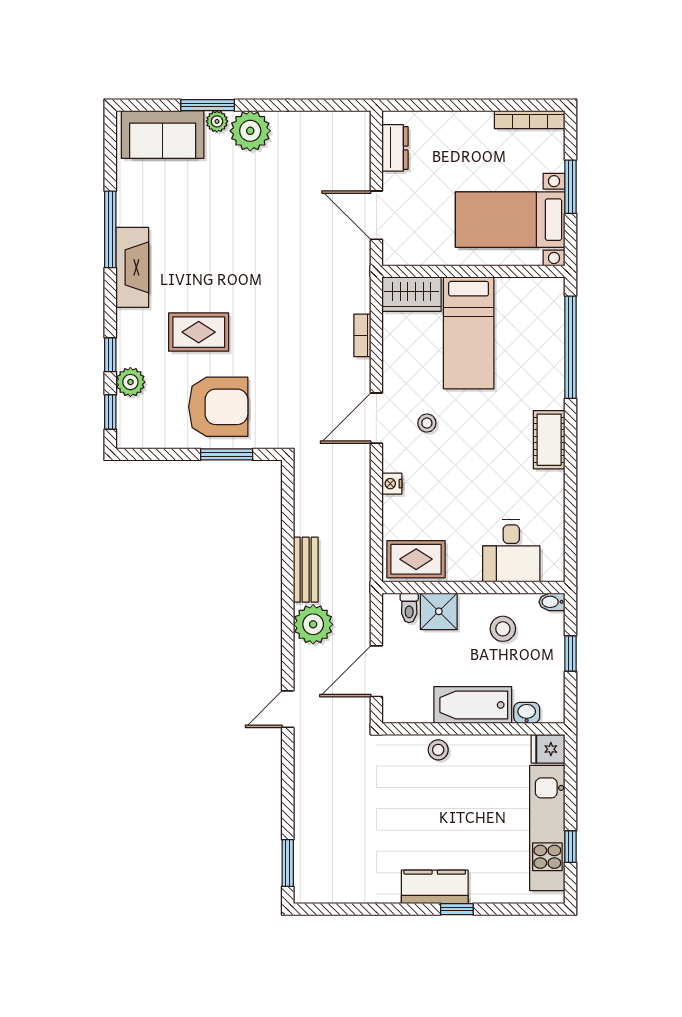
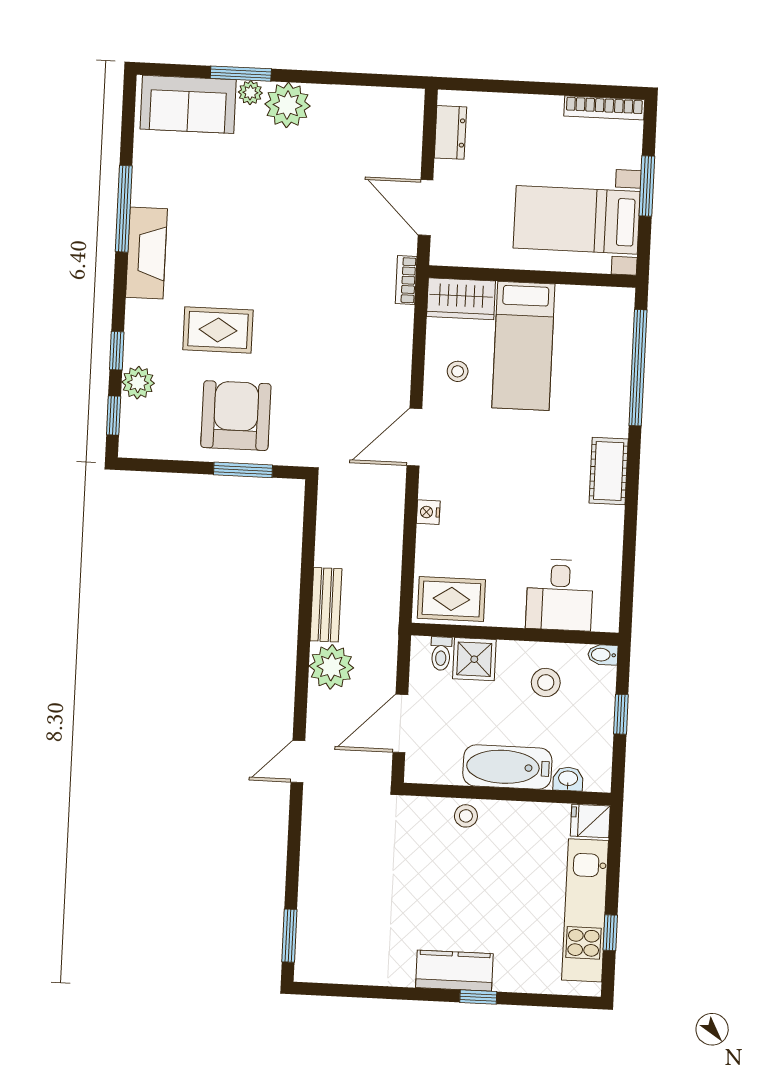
bookcase: (362, 335) -> (406, 280), moved
armchair: (218, 407) -> (236, 416), turned -90
stool: (427, 423) -> (458, 371), moved

